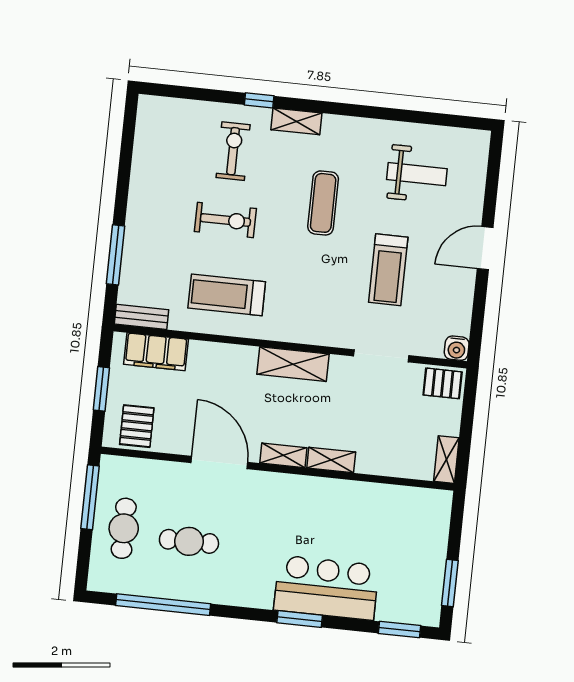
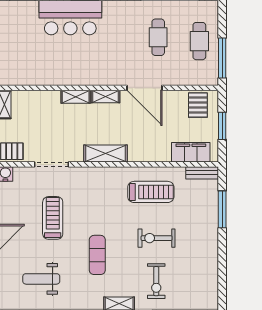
cafe table: (189, 541) -> (158, 37), turned 90

